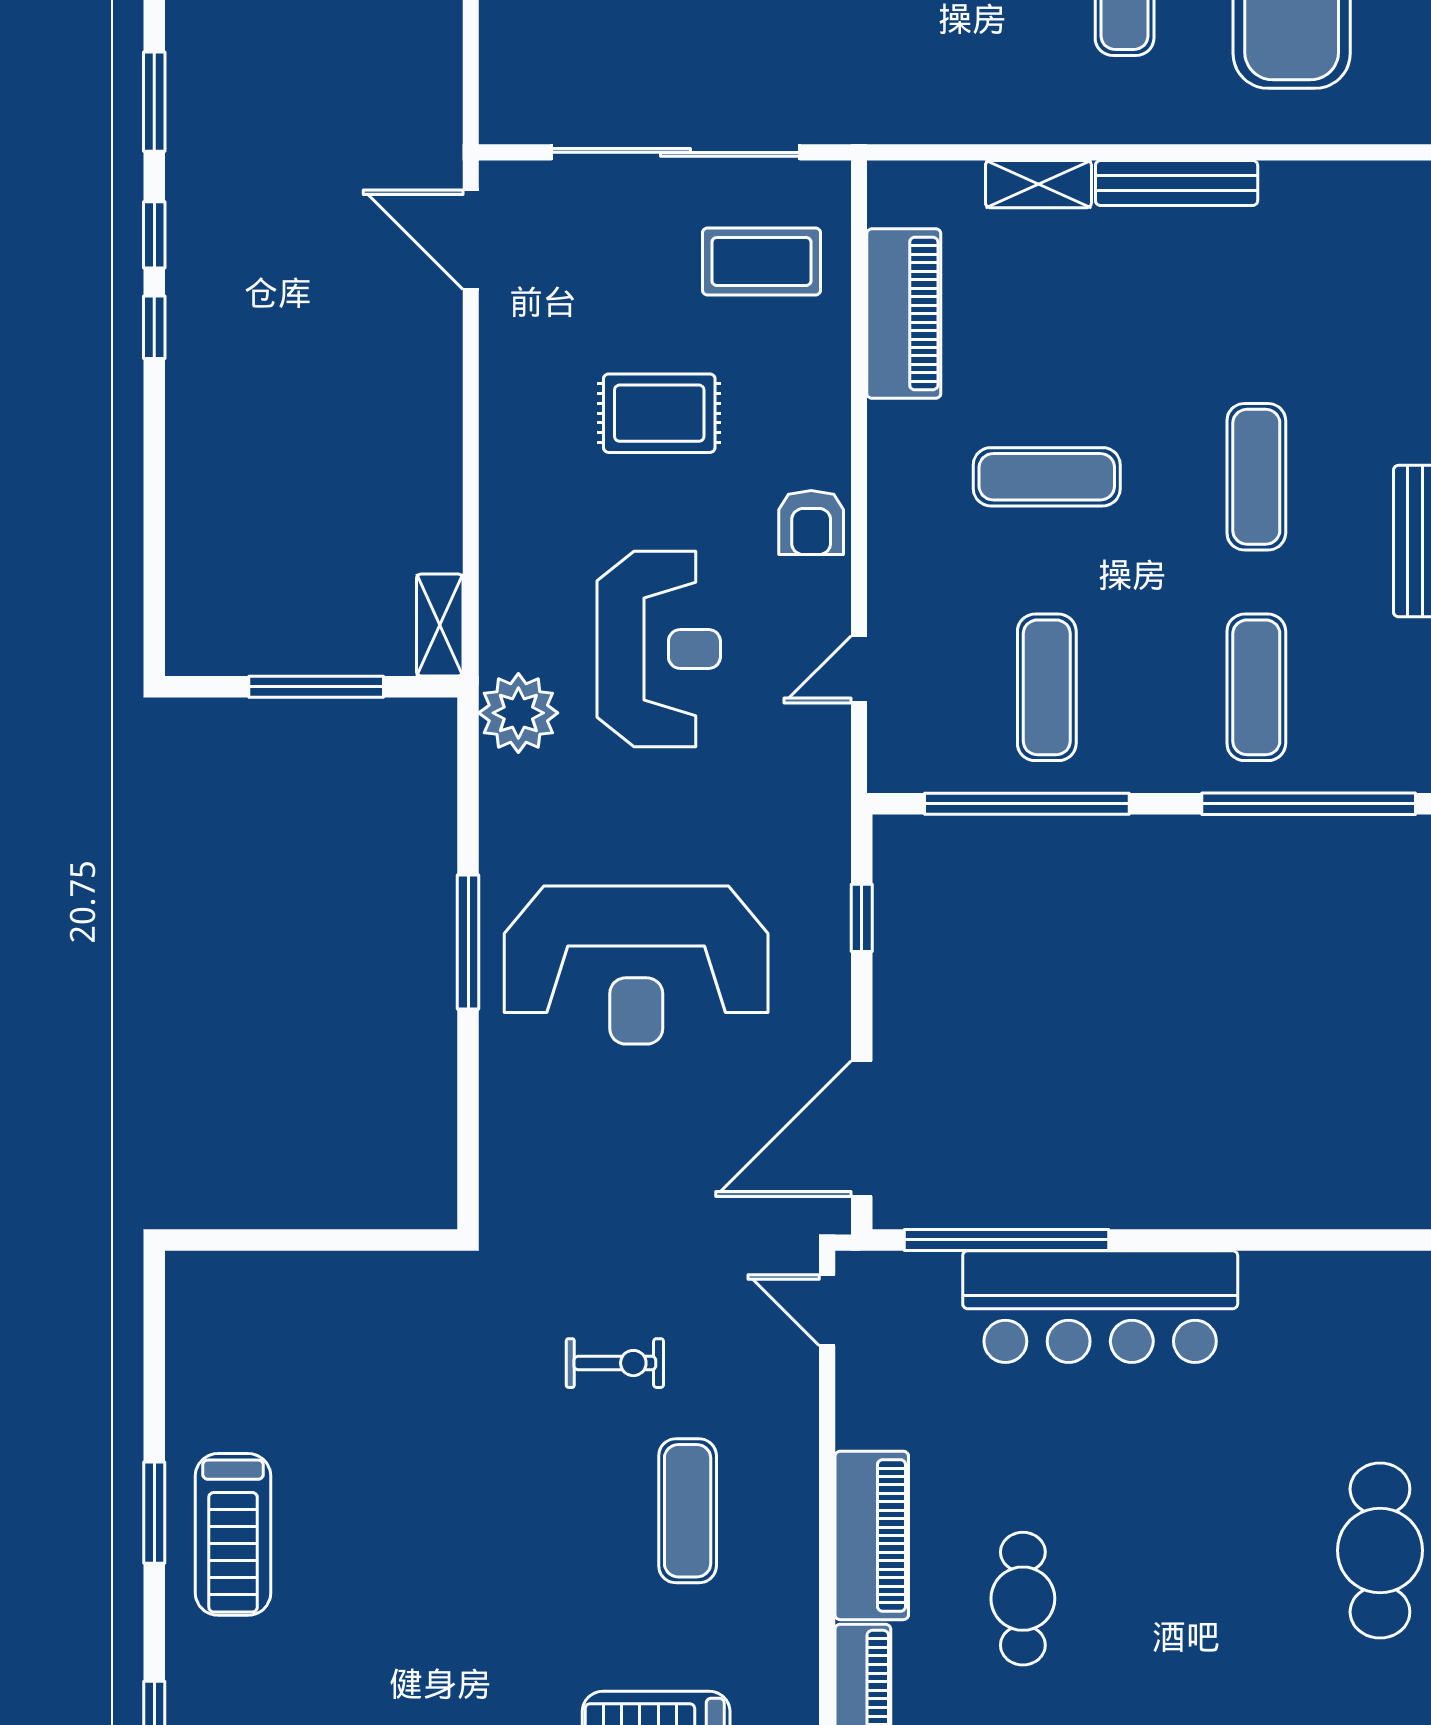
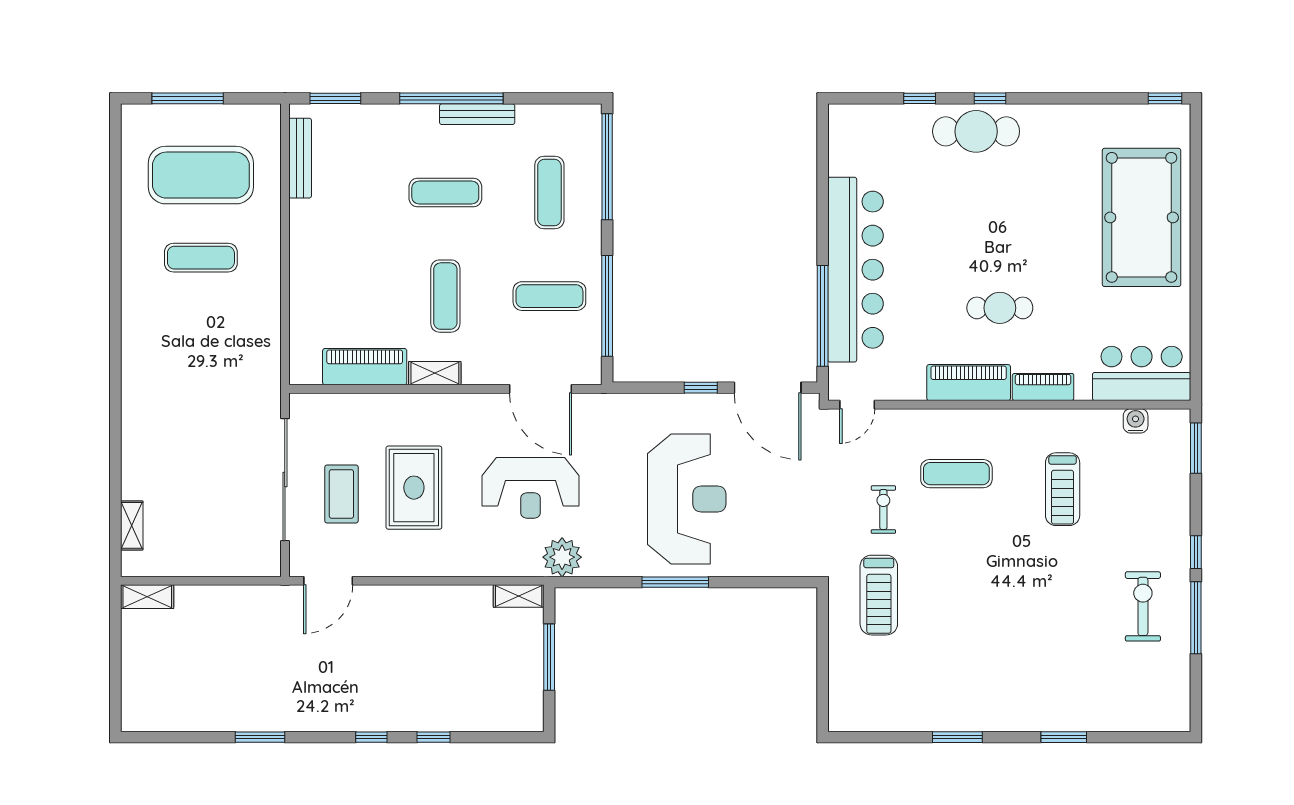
bench: (1177, 183) -> (300, 158), moved
shelving: (1038, 184) -> (435, 373), moved, turned 90
window: (154, 235) -> (433, 737), moved
coffee table: (761, 261) -> (341, 494), moved
rug: (659, 413) -> (414, 488), width x1.36, depth x1.43
armchair: (811, 522) -> (468, 413), removed
reception desk: (659, 649) -> (530, 488), turned 180
door: (859, 669) -> (541, 389), width x1.88
exercise mat: (1256, 687) -> (549, 192), turned 90
window: (862, 918) -> (701, 388), moved
bar counter: (1100, 1307) -> (856, 270), width x1.36
treadmill: (233, 1534) -> (879, 595), moved, turned 90

